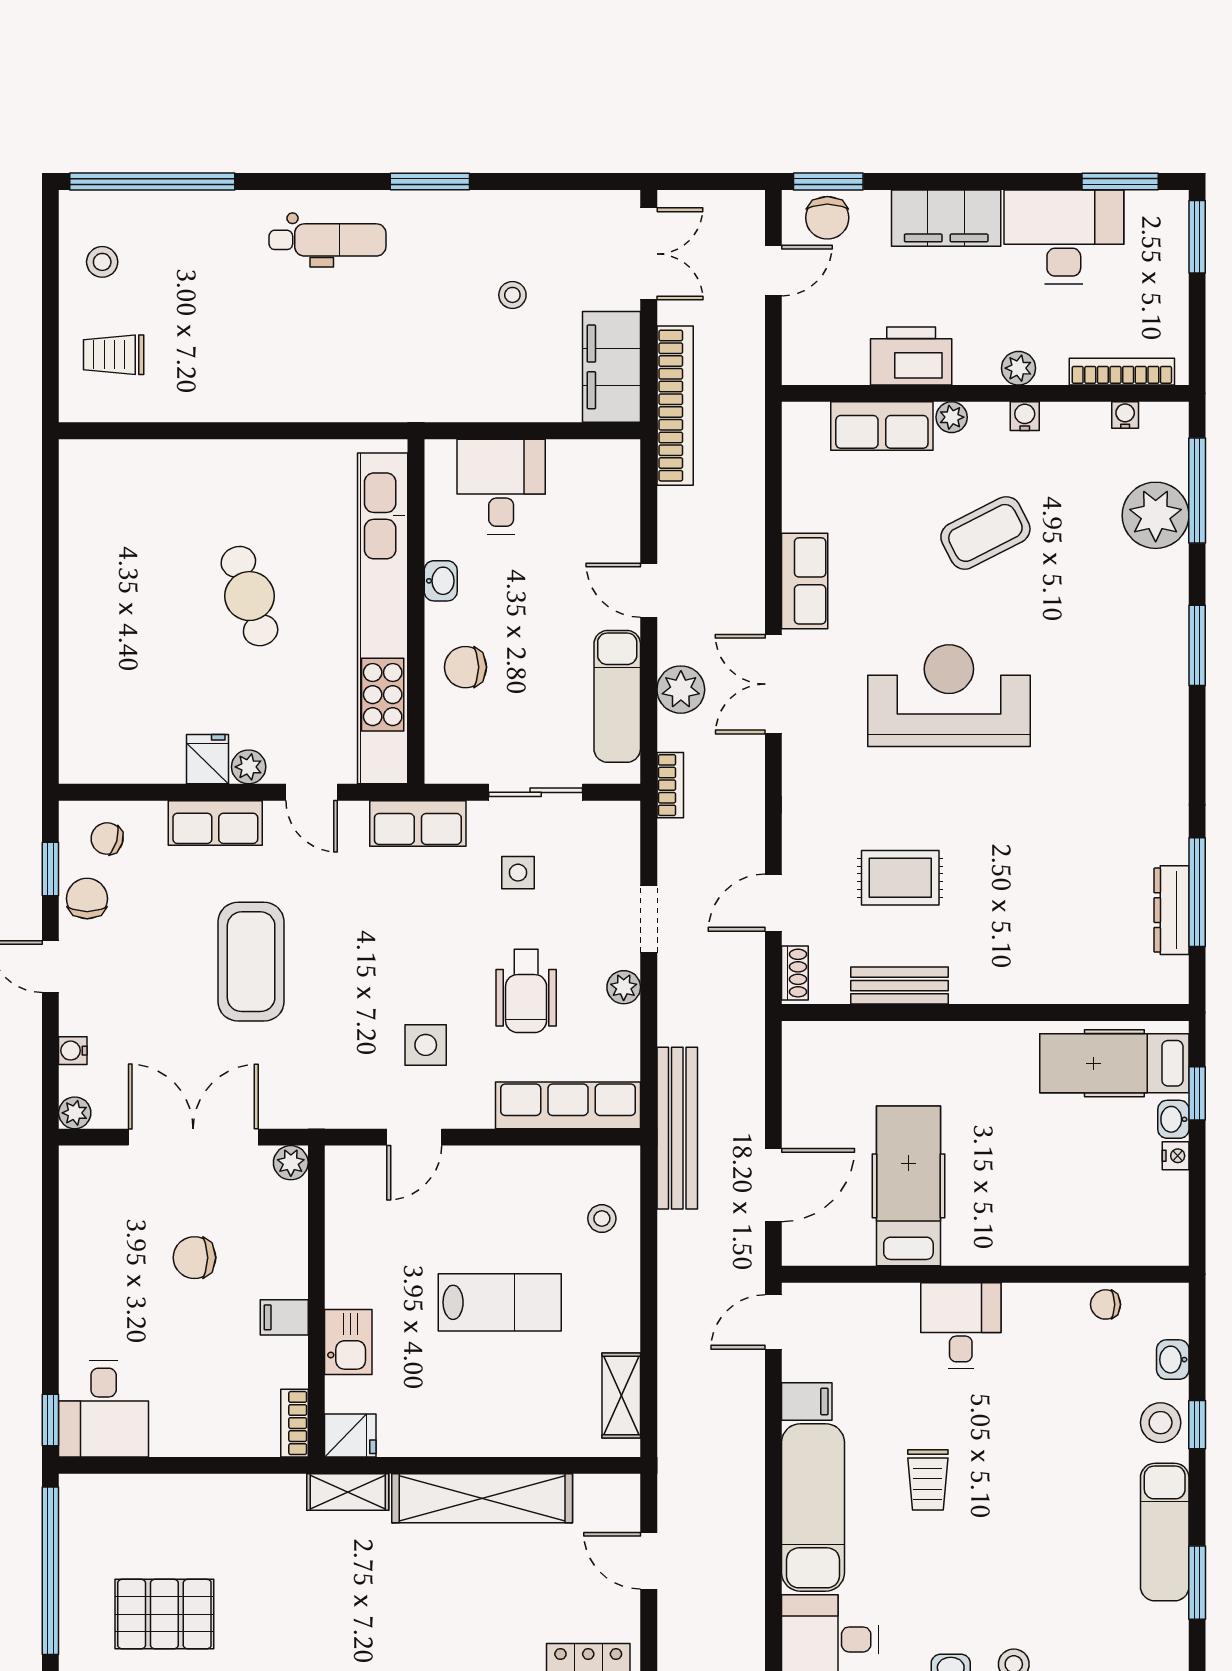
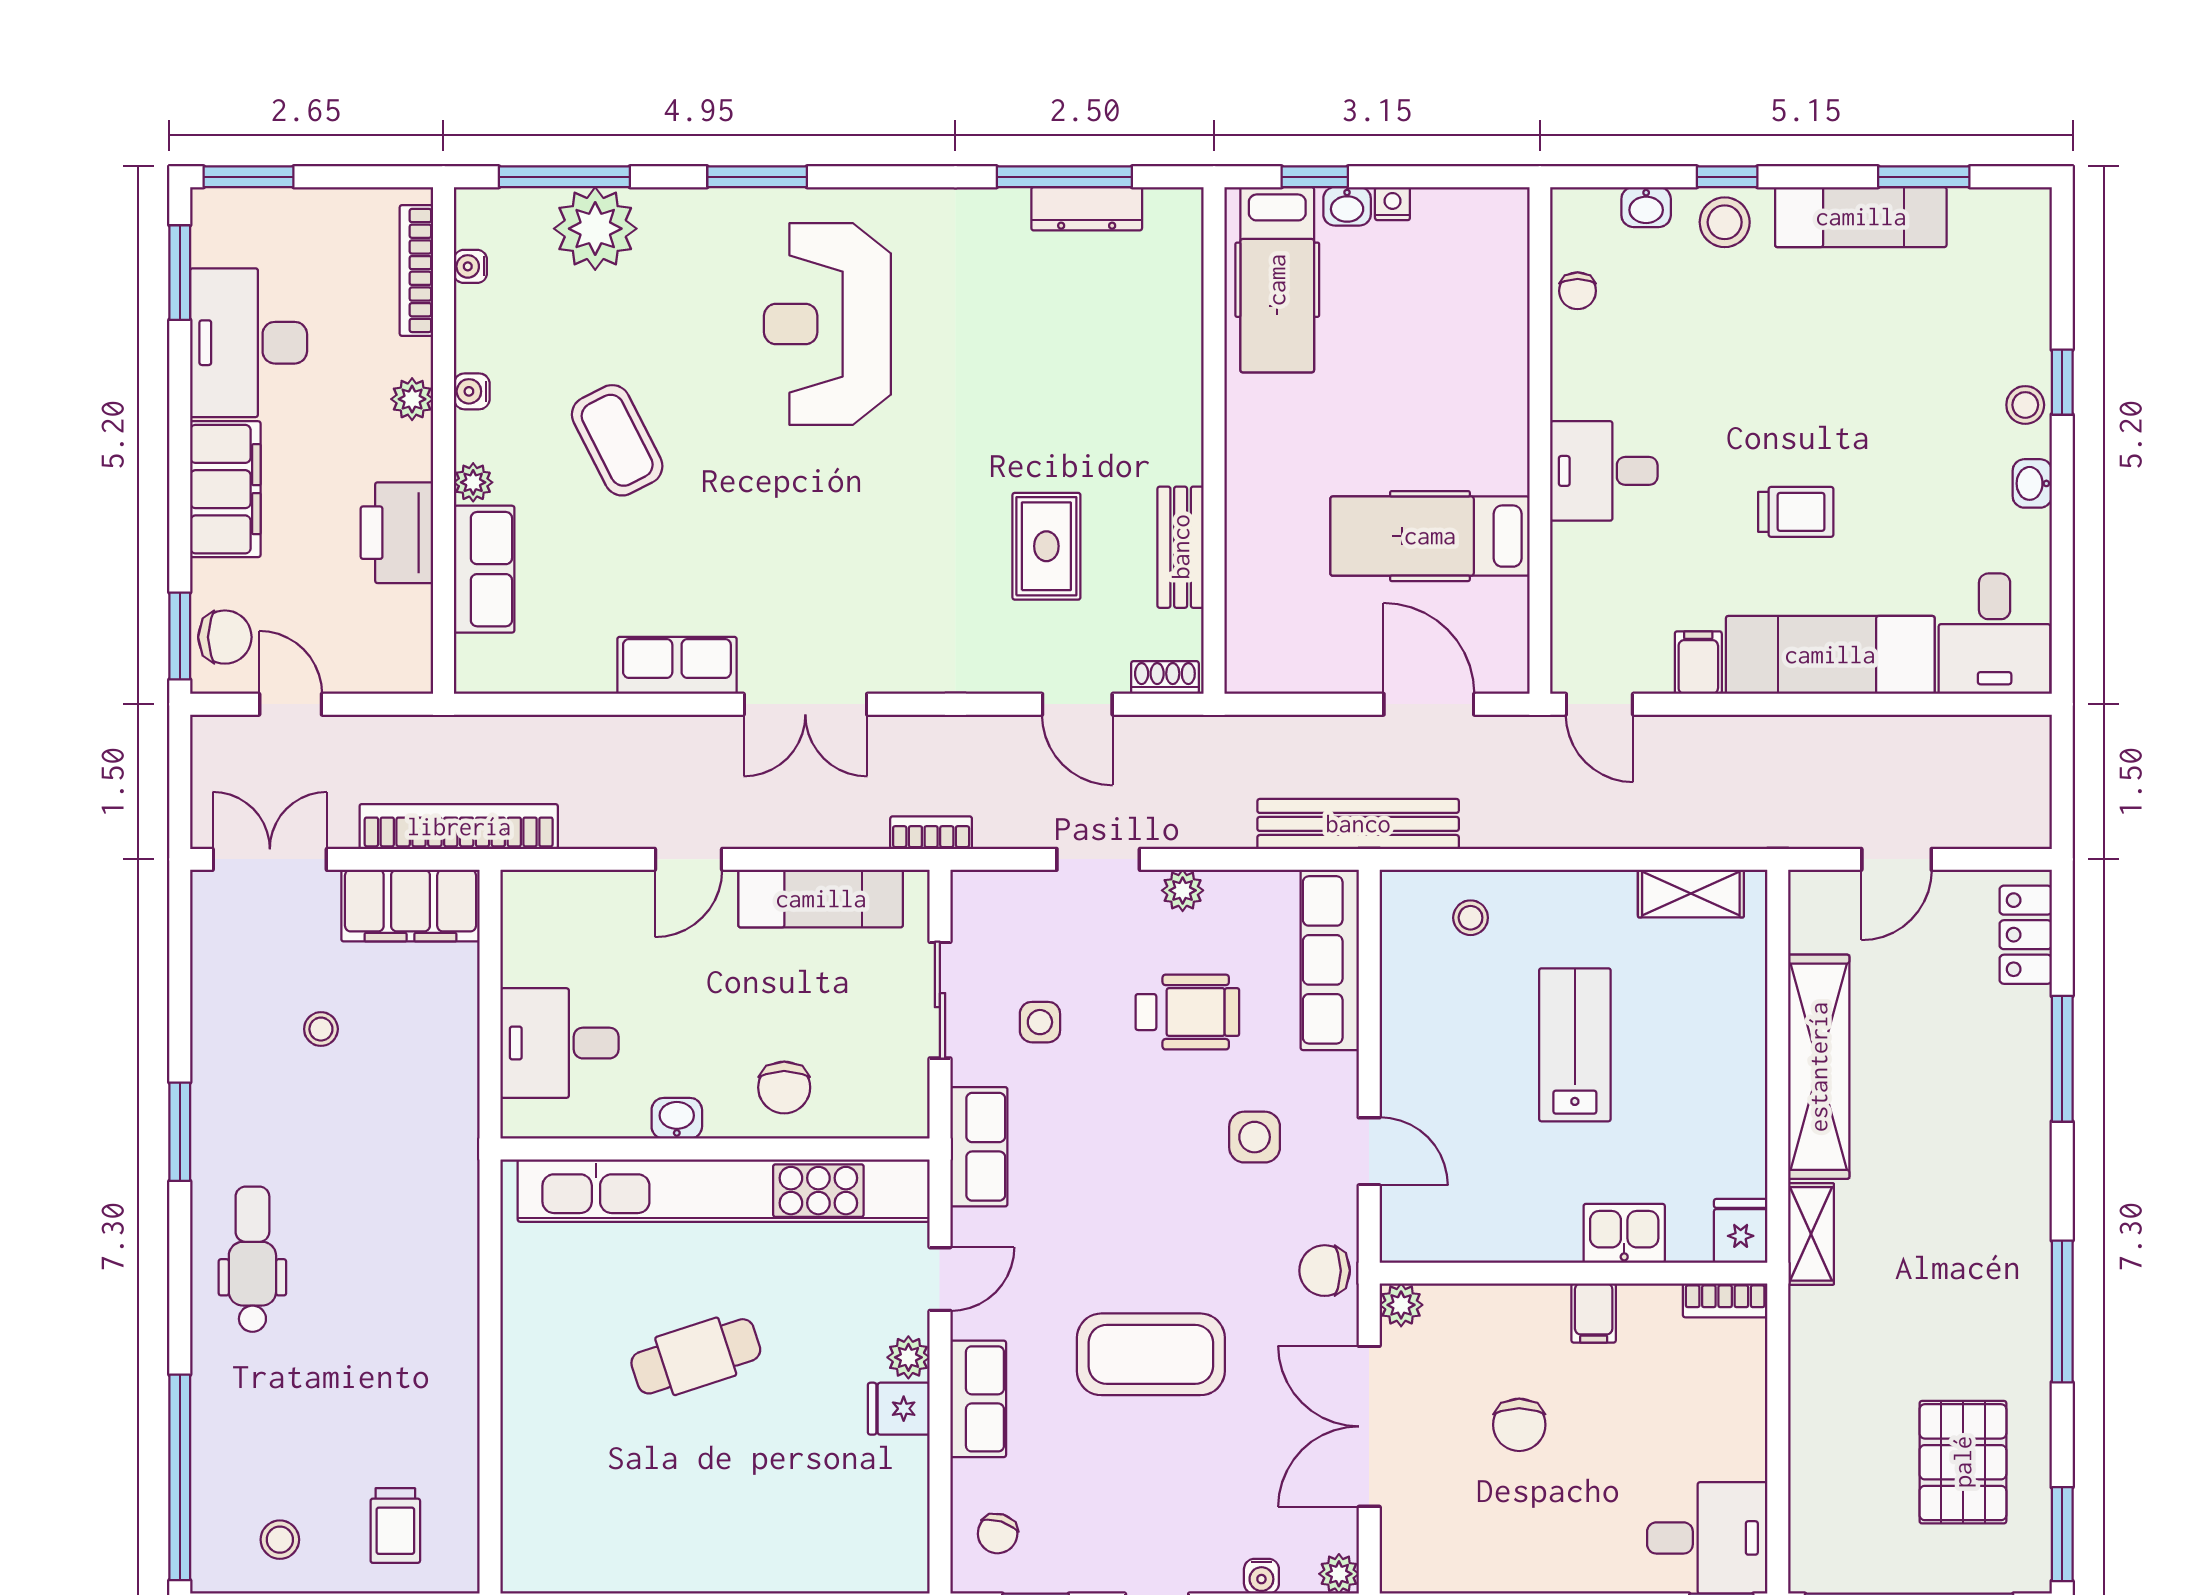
plant: (681, 690) -> (812, 819), removed
reception desk: (949, 696) -> (827, 324), moved
chair: (87, 899) -> (1325, 1271), moved

